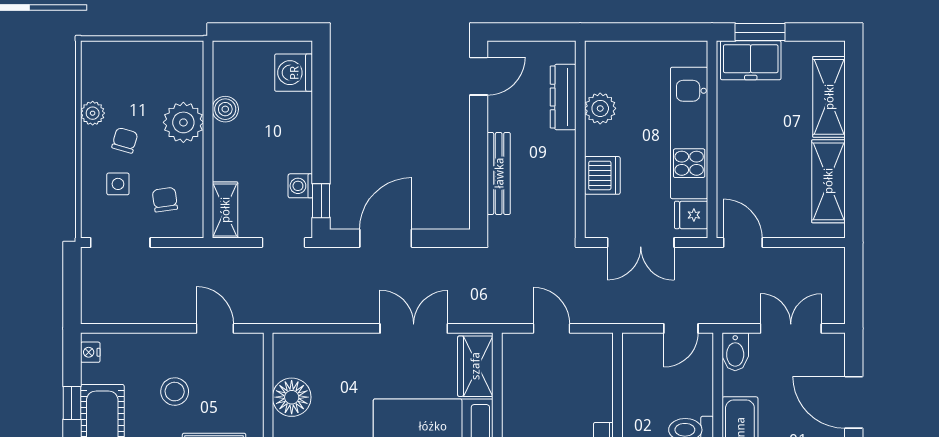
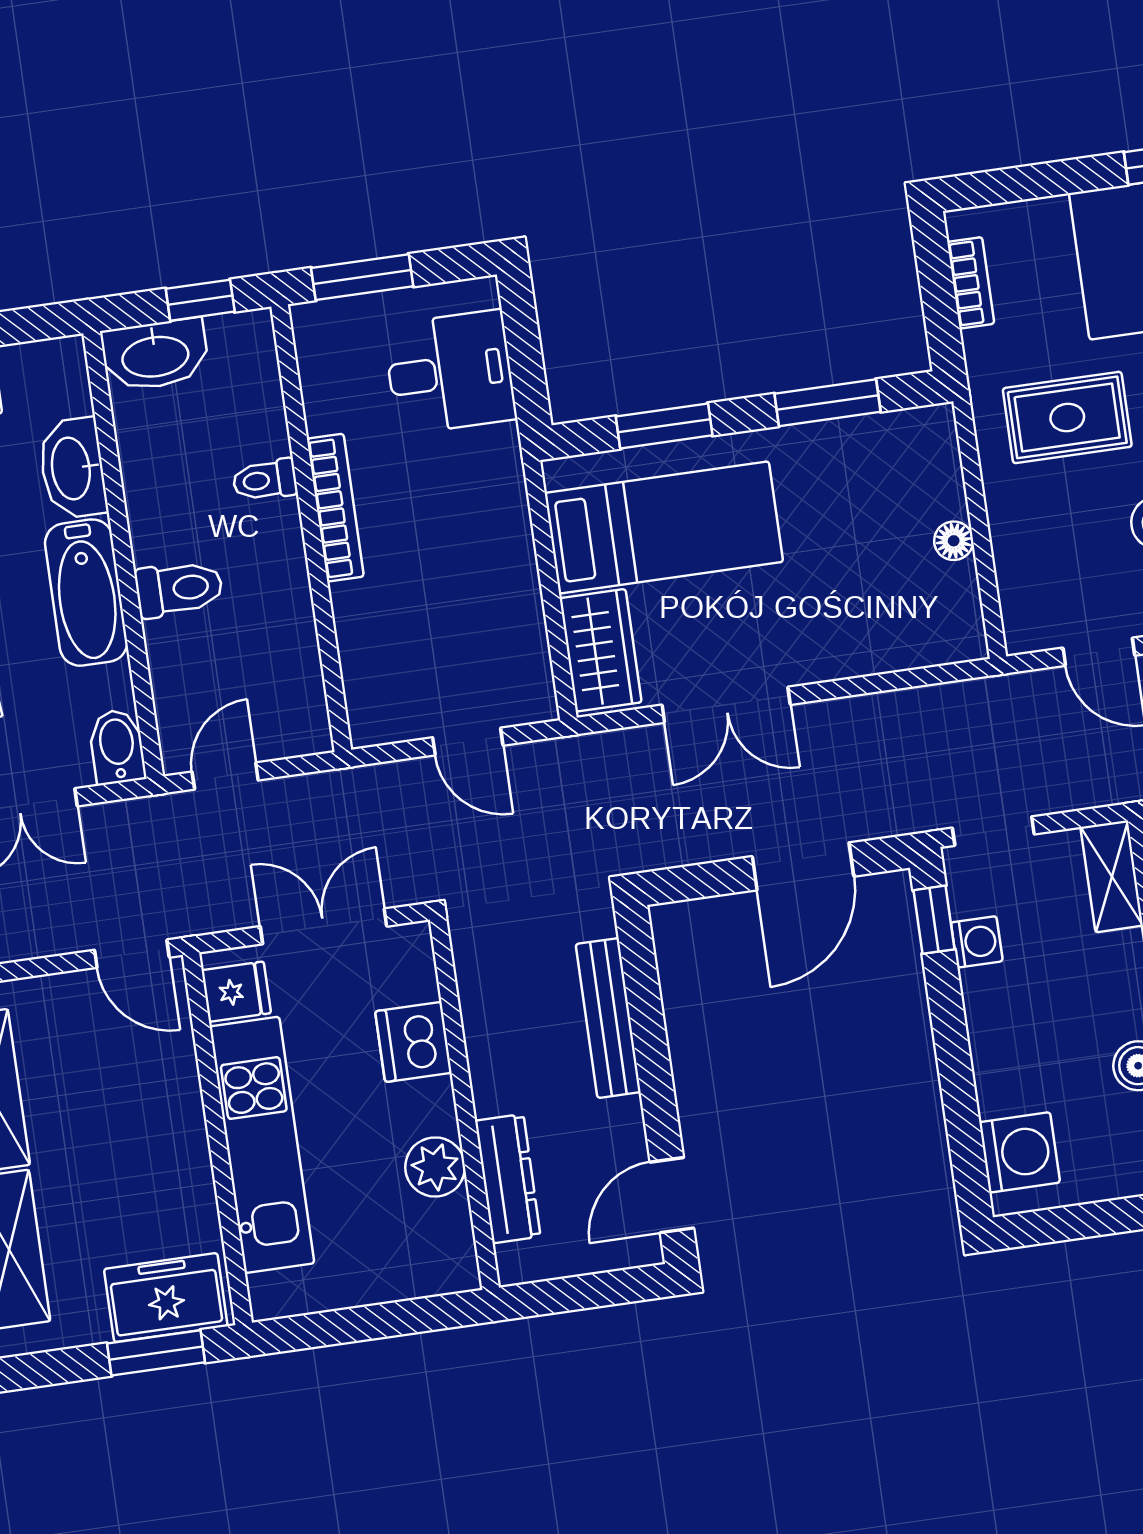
floor lamp: (292, 397) -> (954, 541), width x0.53, depth x0.53

